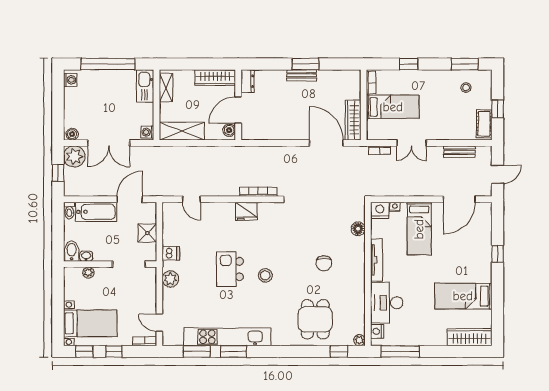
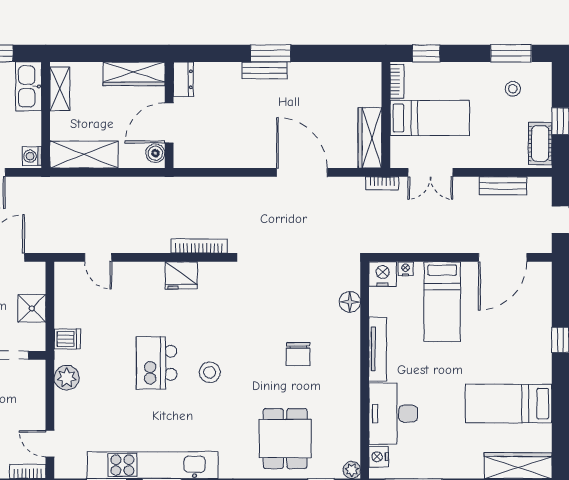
bookcase: (371, 83) -> (397, 81), moved
wall: (364, 105) -> (386, 115), moved
bed: (393, 107) -> (430, 118), moved
wardrobe: (353, 120) -> (370, 138), moved

